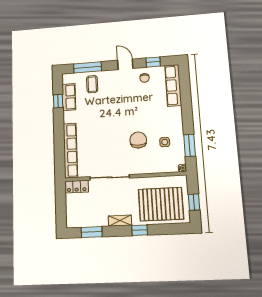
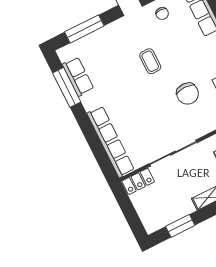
coffee table: (92, 84) -> (150, 61), moved
window: (58, 101) -> (67, 87), width x2.17
chair: (138, 140) -> (188, 94), turned 180

